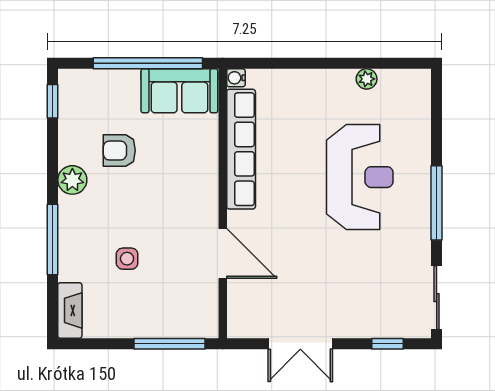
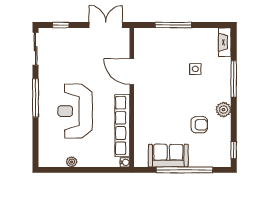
water cooler: (236, 78) -> (125, 162), moved
row of seats: (241, 149) -> (122, 125), moved
wall: (223, 204) -> (132, 97), moved
door: (223, 254) -> (132, 72), moved

